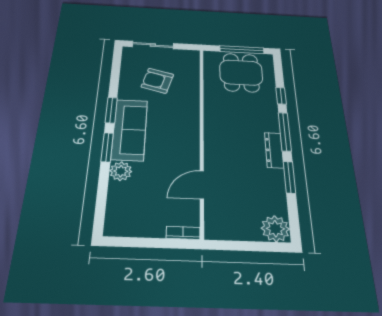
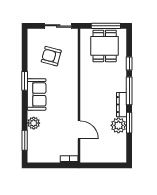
sliding door: (153, 45) -> (58, 26), moved
sofa: (130, 129) -> (37, 94), width x0.73
window: (107, 147) -> (25, 140), moved
door: (202, 185) -> (79, 130), swing flipped
plant: (275, 229) -> (118, 125), moved

